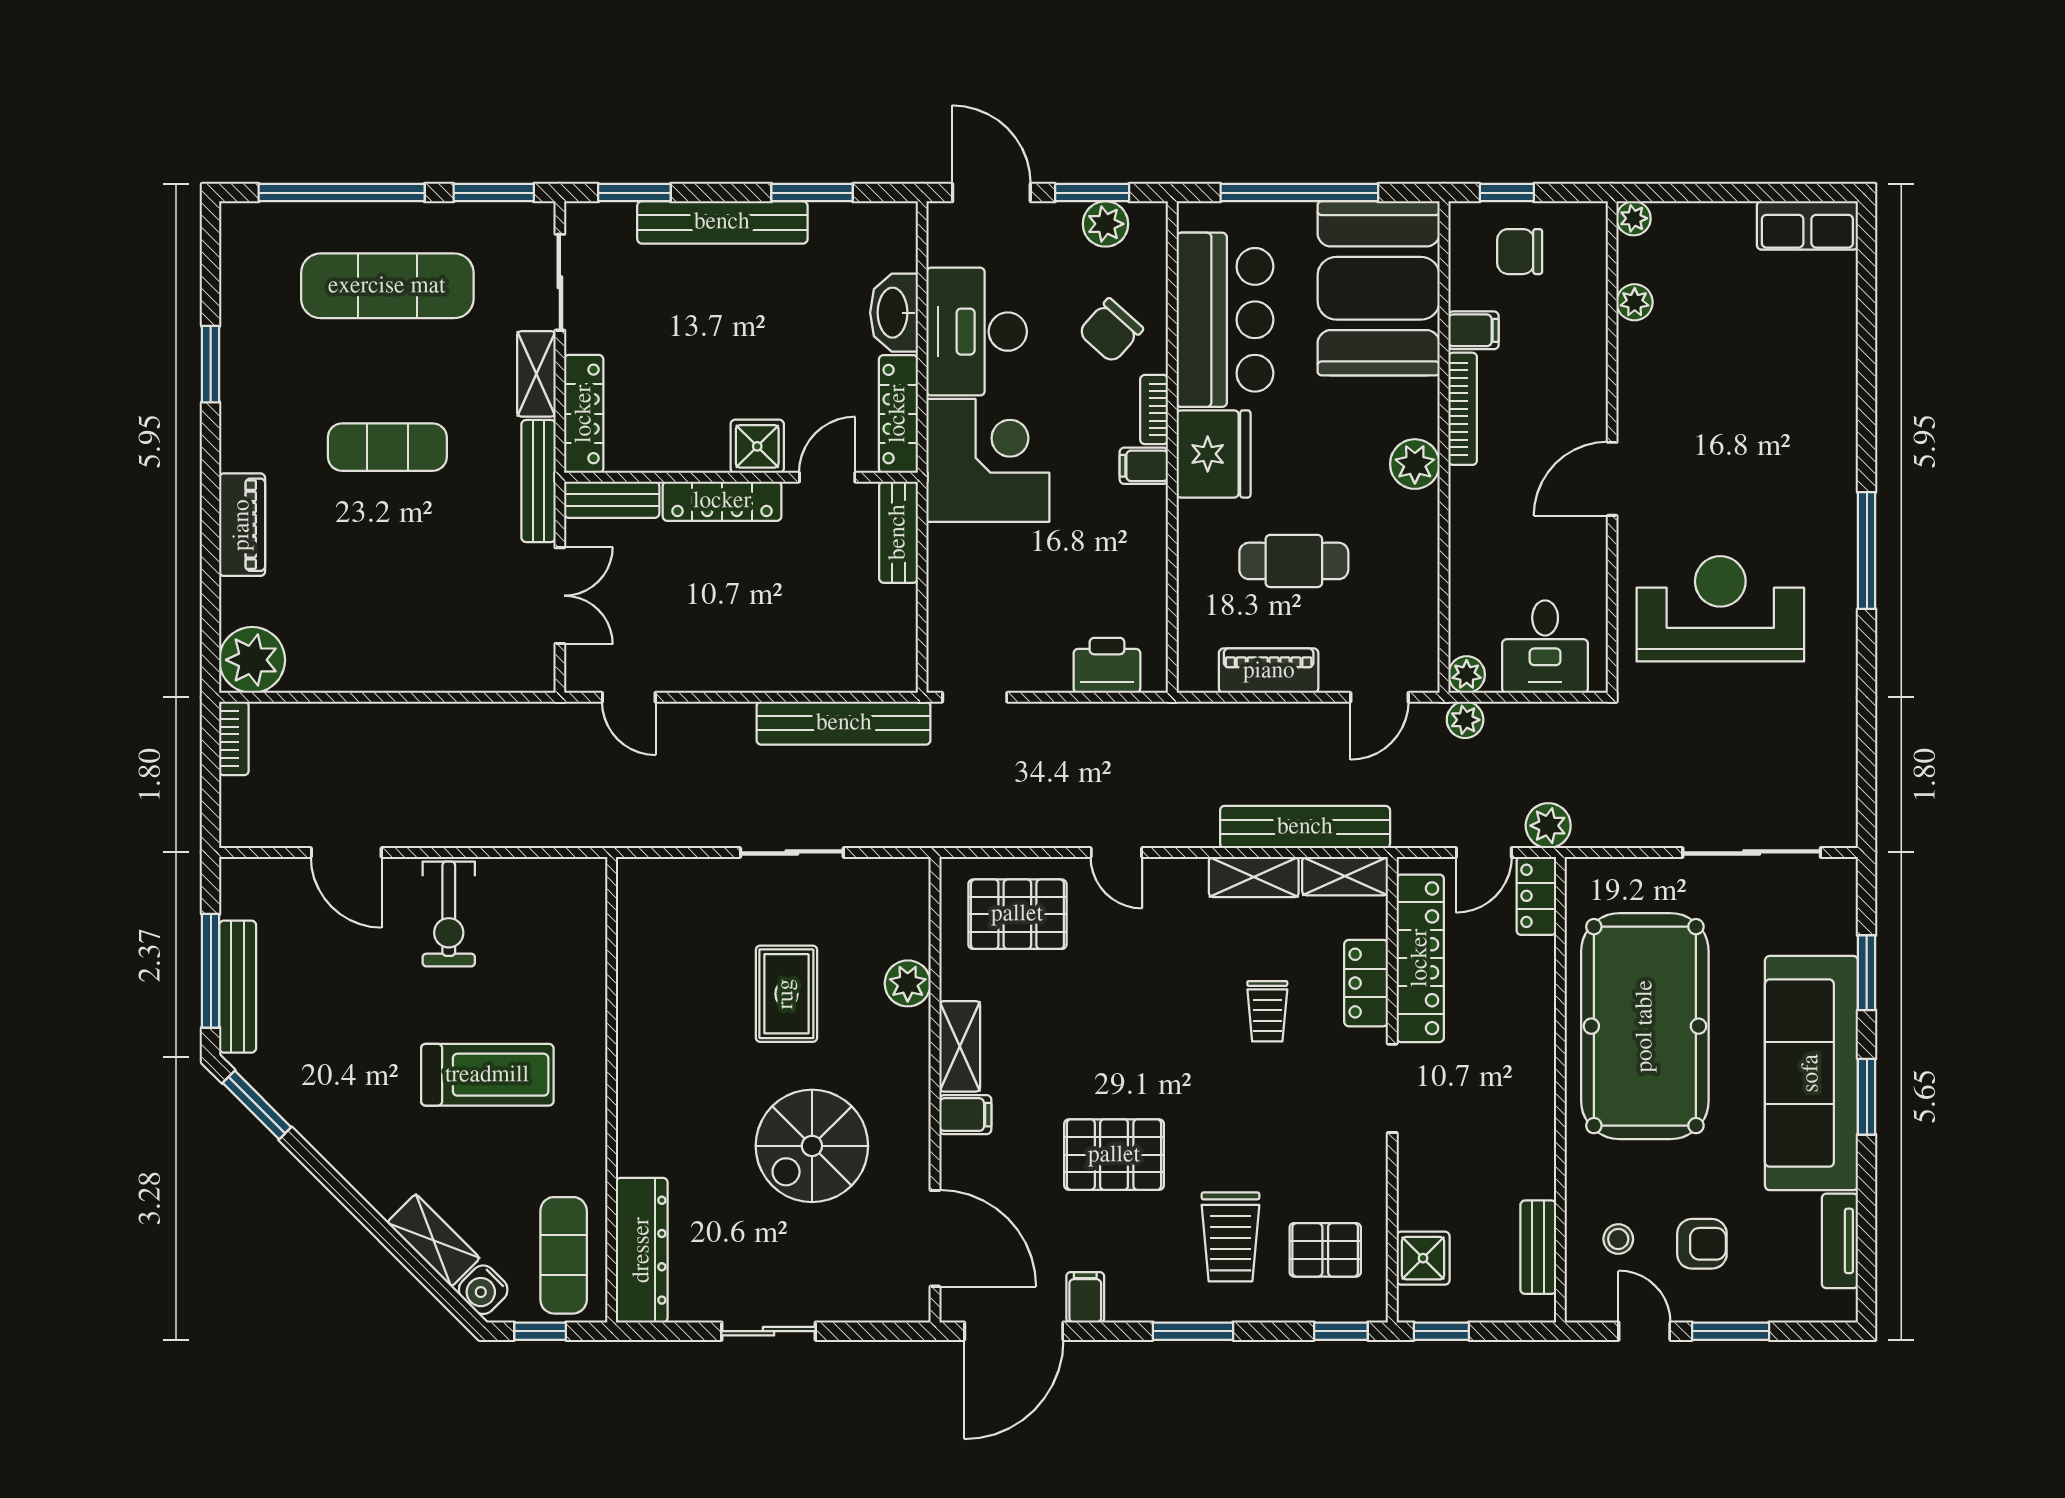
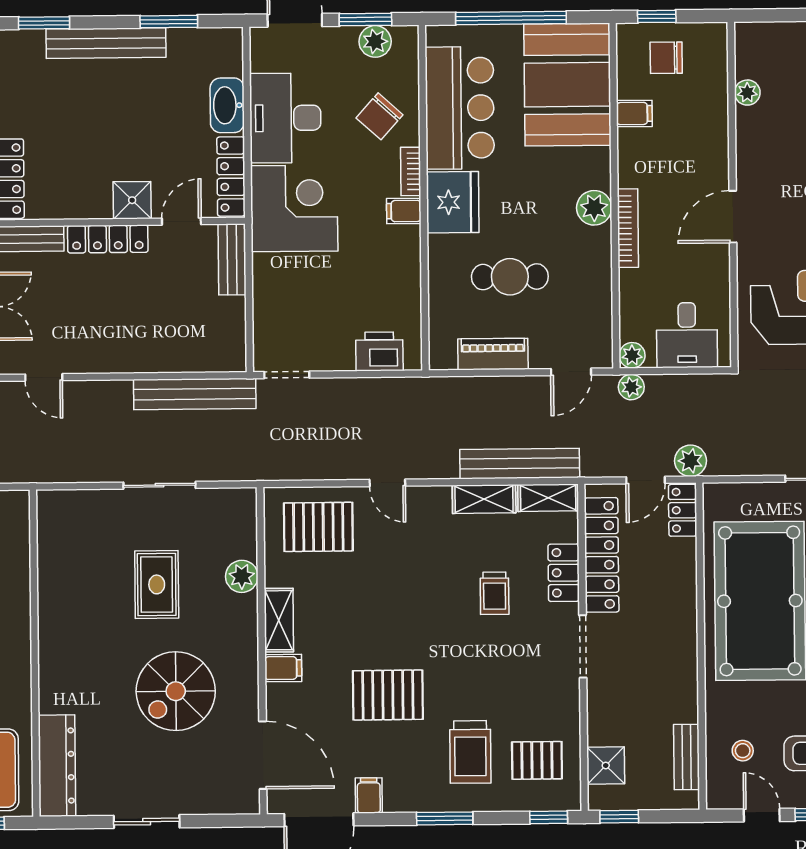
plant: (1634, 218) -> (746, 34), removed
bookcase: (1463, 409) -> (628, 228), moved

